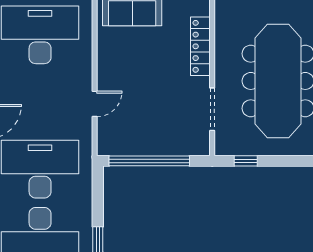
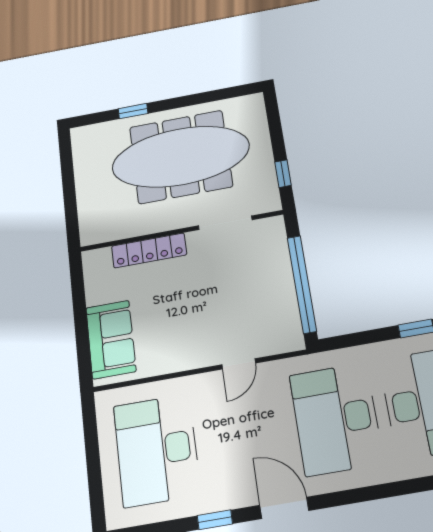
door: (95, 104) -> (239, 364), swing flipped

